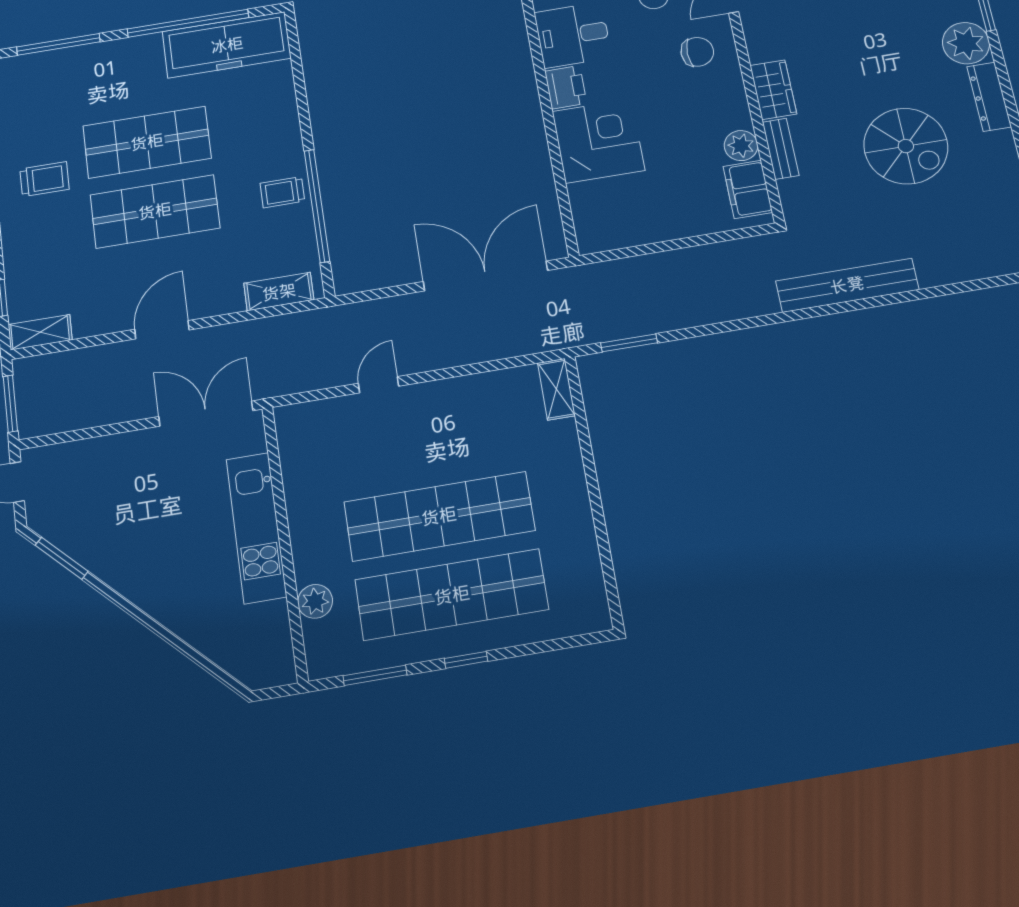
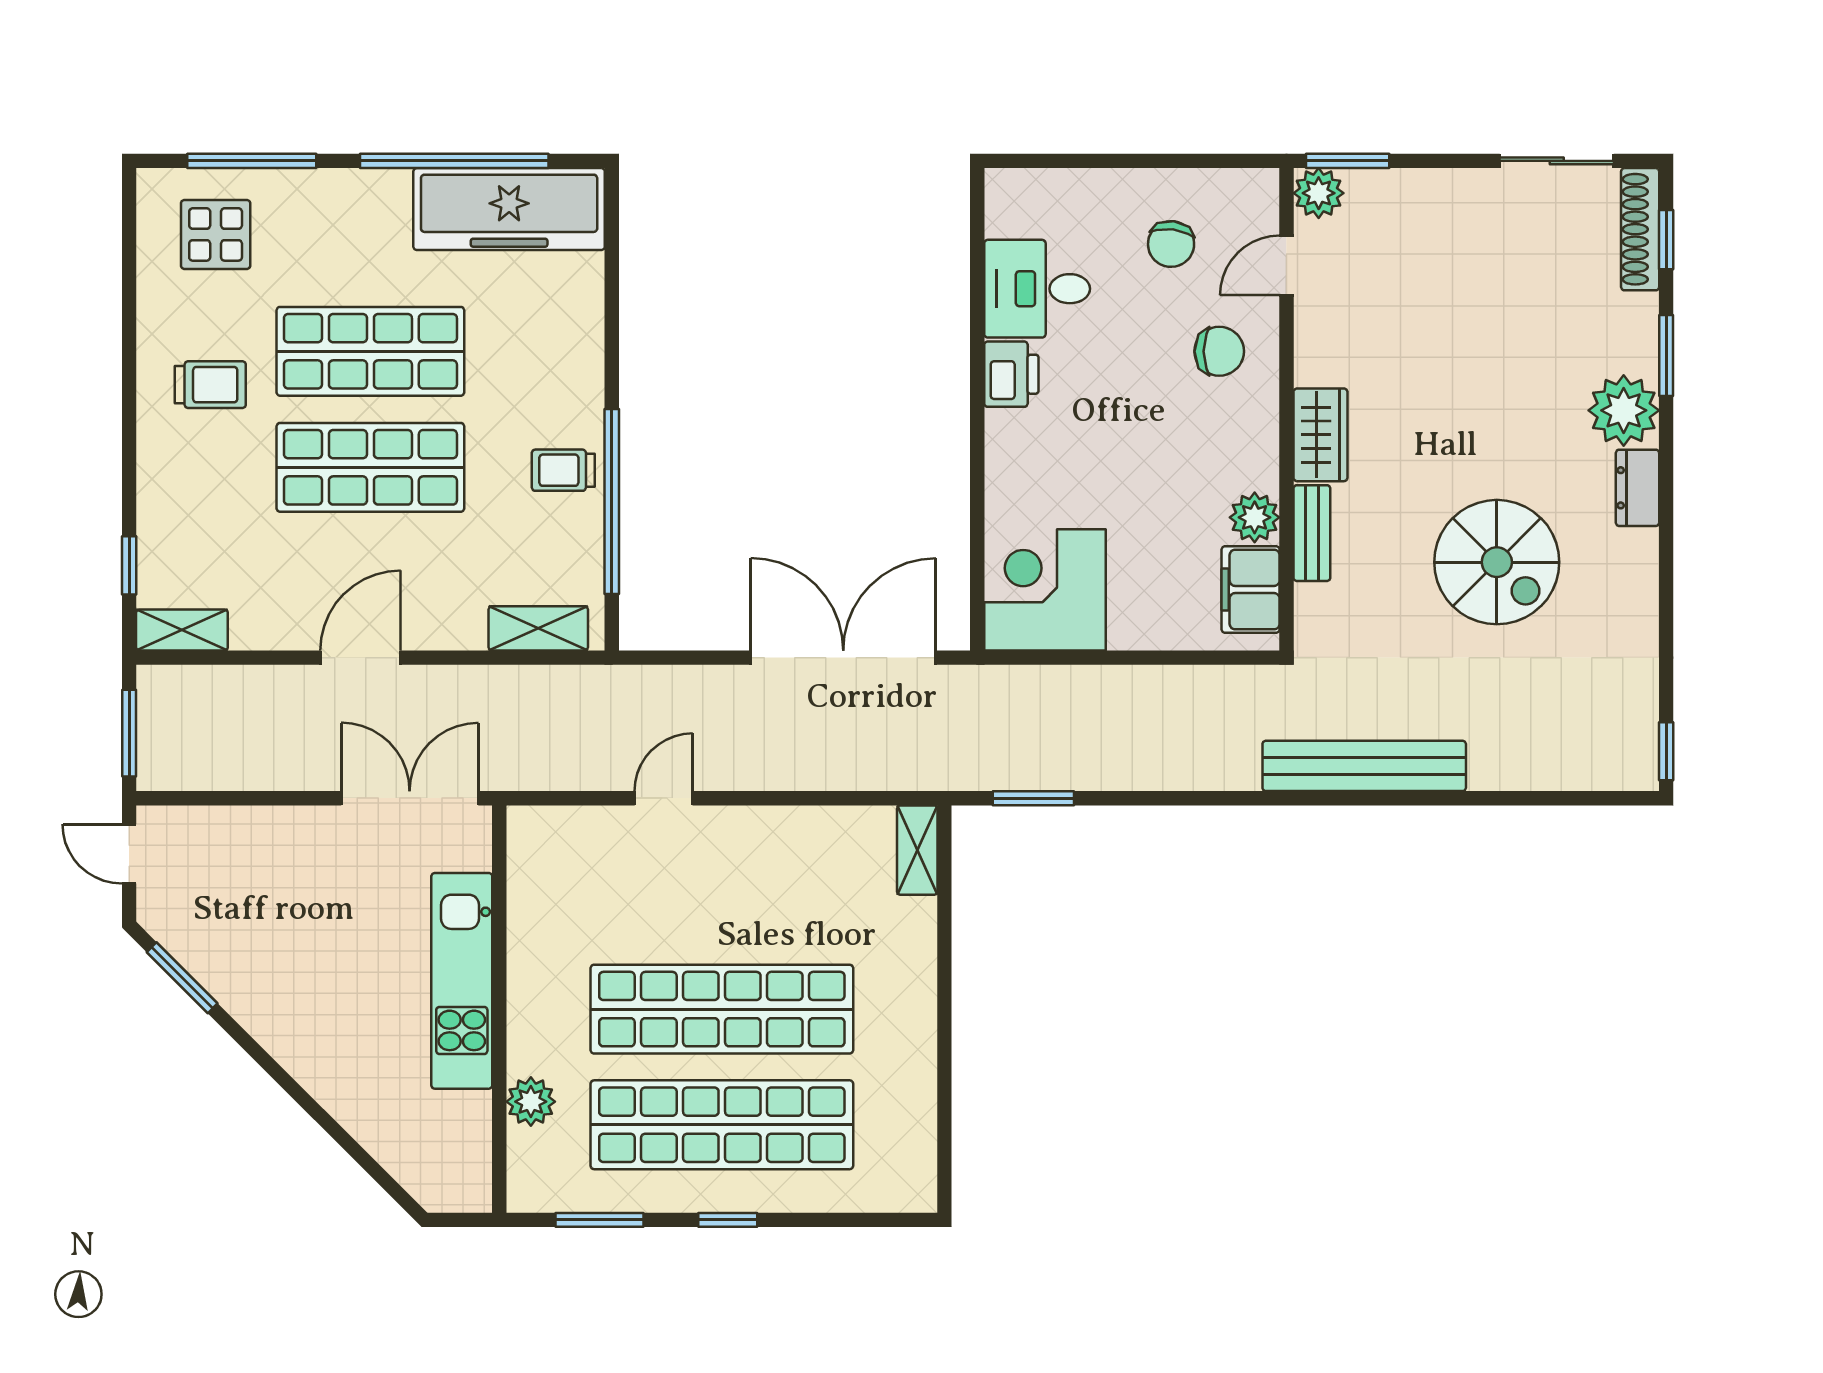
display table: (39, 90) -> (216, 234), added
dresser: (989, 97) -> (1637, 488), width x0.70
corner desk: (598, 141) -> (1045, 590), moved, turned -90

